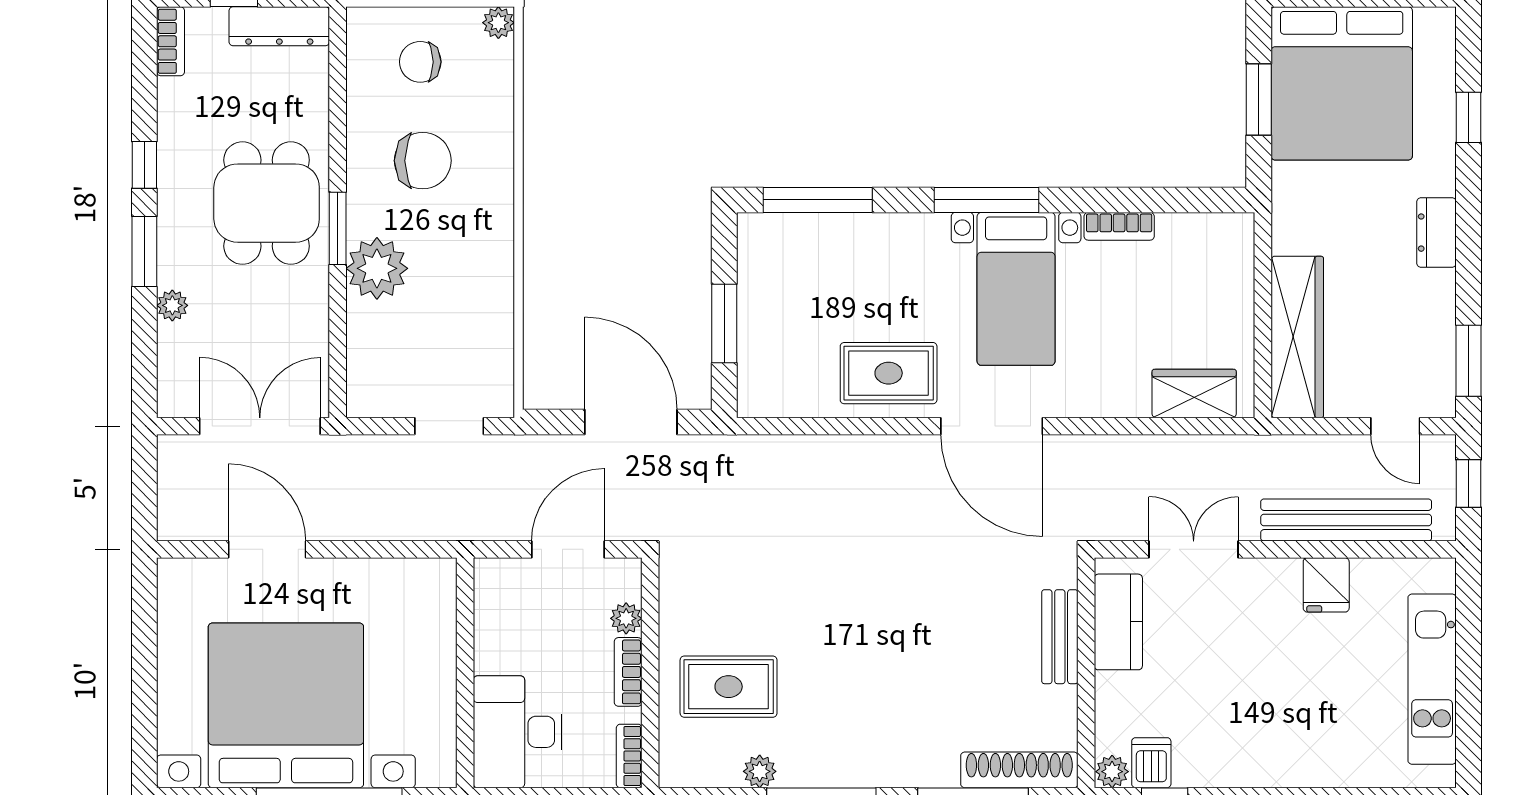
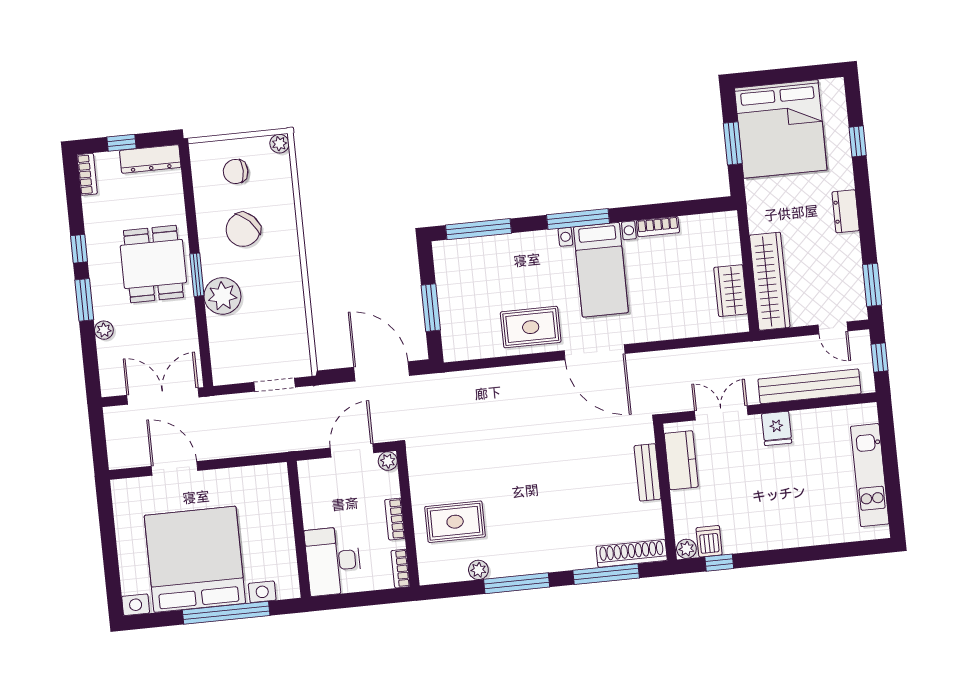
chair: (423, 161) -> (243, 230), turned 135
wardrobe: (1194, 393) -> (731, 291), moved, turned -90
fridge: (1326, 585) -> (777, 428), moved
plant: (626, 618) -> (388, 461), moved

